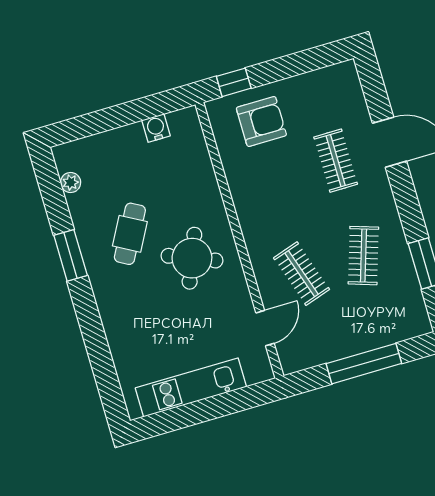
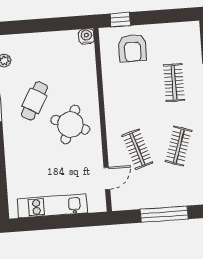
armchair: (261, 121) -> (132, 48), turned 90
water cooler: (156, 128) -> (86, 36), moved

